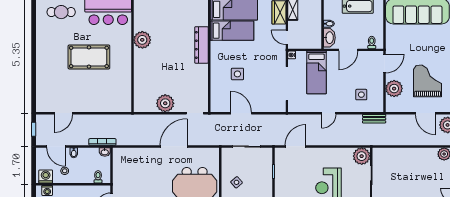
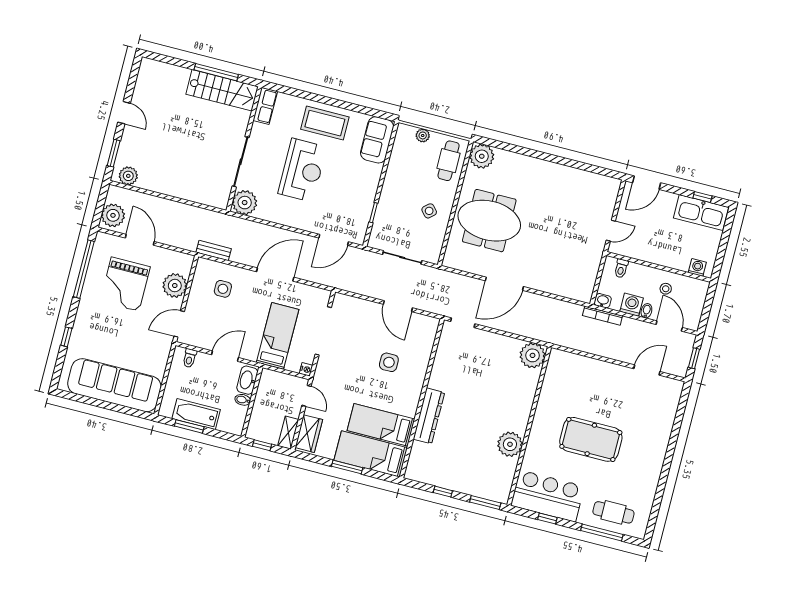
plant: (165, 103) -> (533, 355), moved
door: (329, 113) -> (275, 275), width x1.87
washing machine: (46, 176) -> (632, 305), moved, turned 180

